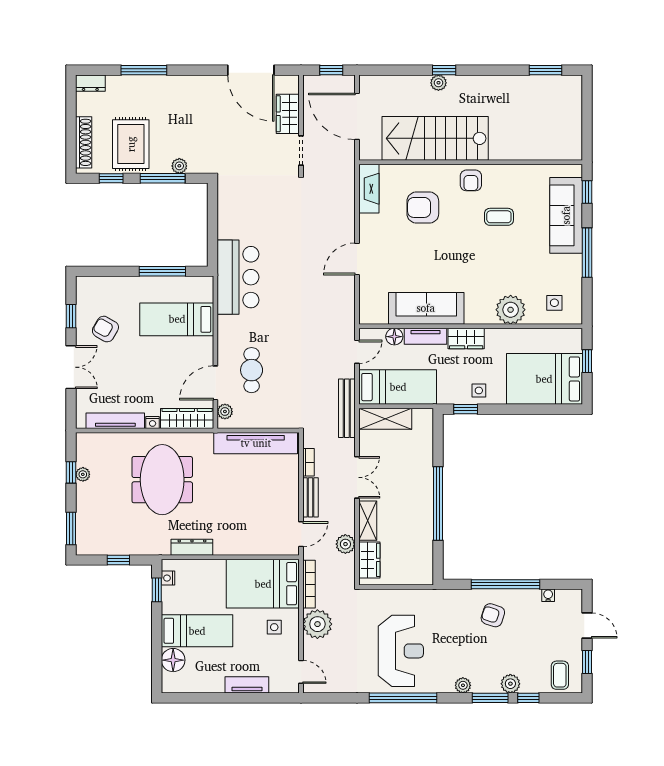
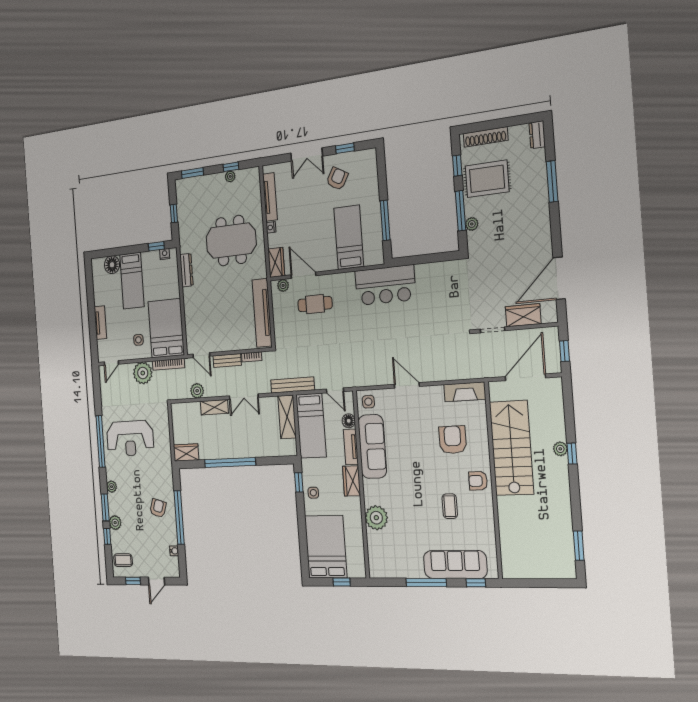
side table: (554, 303) -> (368, 402), moved
wardrobe: (187, 418) -> (276, 262), width x0.67
wardrobe: (369, 560) -> (186, 452), moved, turned 180

